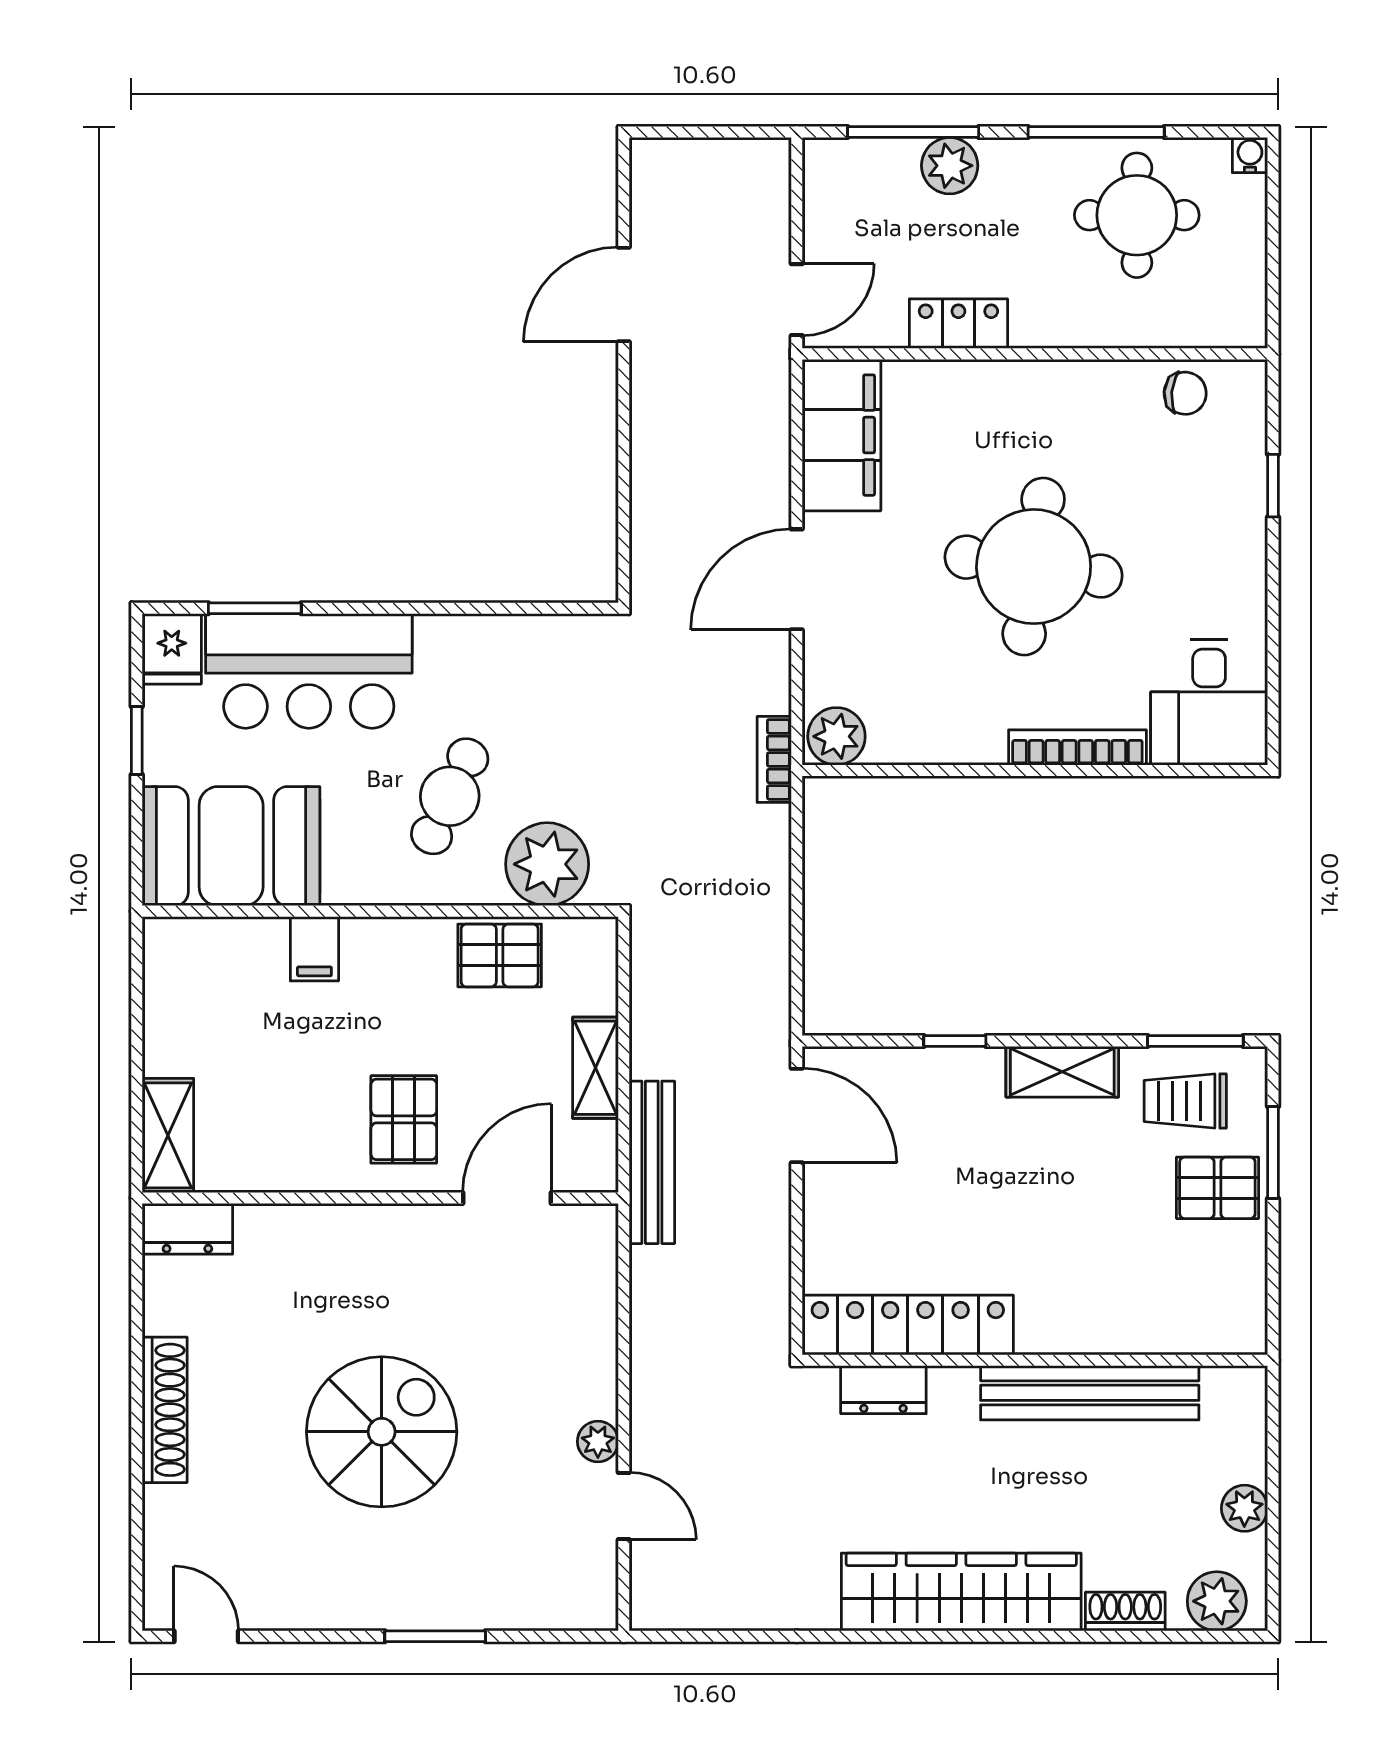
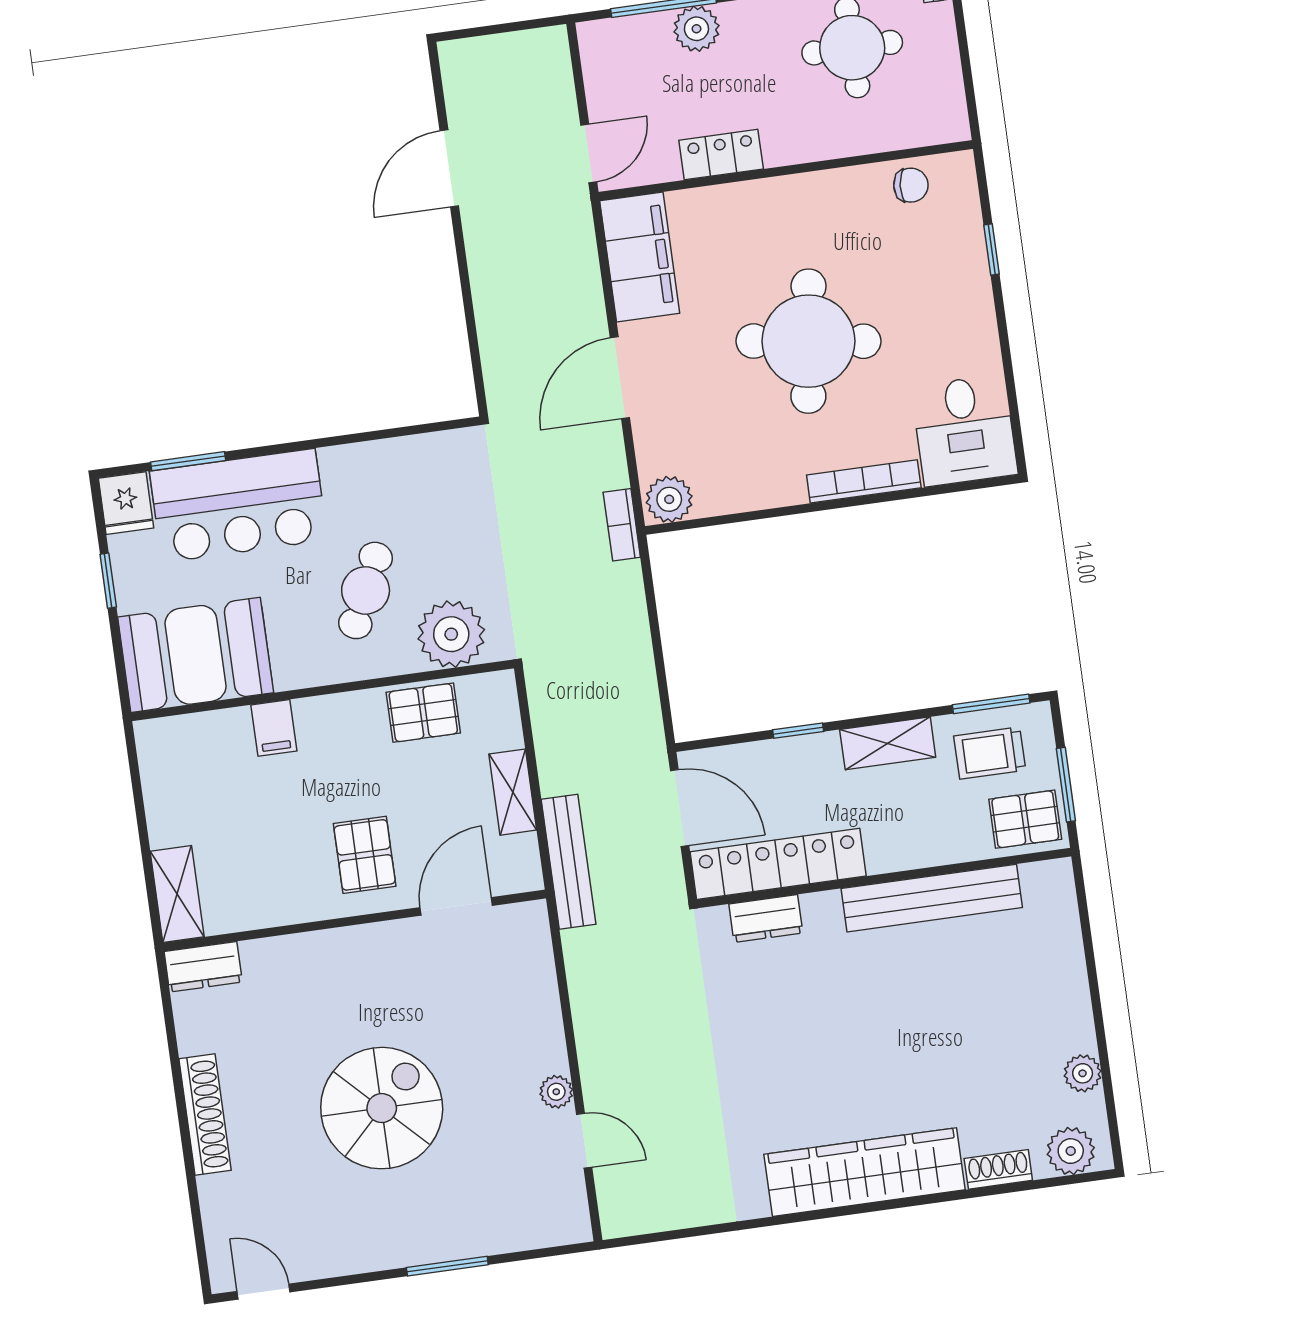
locker: (908, 1325) -> (778, 864), moved
wall: (1035, 1360) -> (884, 878), moved
dresser: (883, 1390) -> (766, 919), moved
bench: (1090, 1393) -> (932, 898), moved

